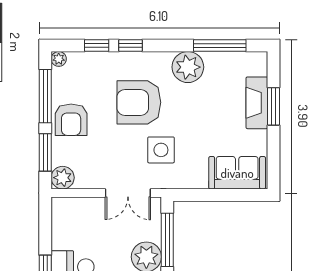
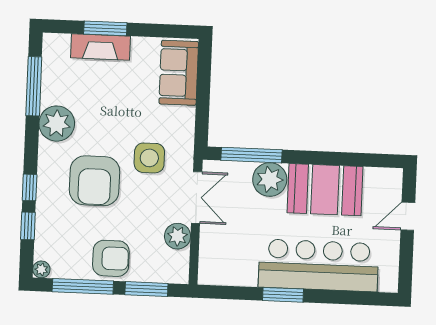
plant: (63, 178) -> (177, 236), moved

